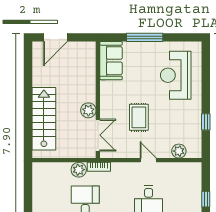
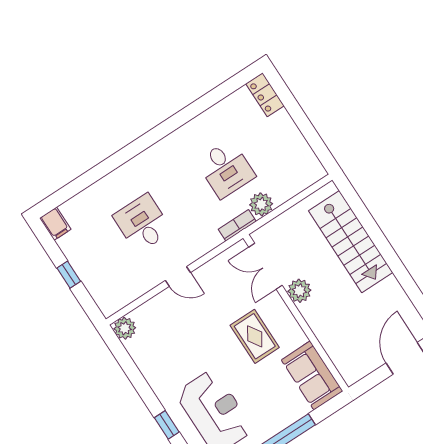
rug: (139, 117) -> (255, 336), moved
window: (206, 122) -> (167, 425), moved
plant: (179, 151) -> (125, 328), moved

